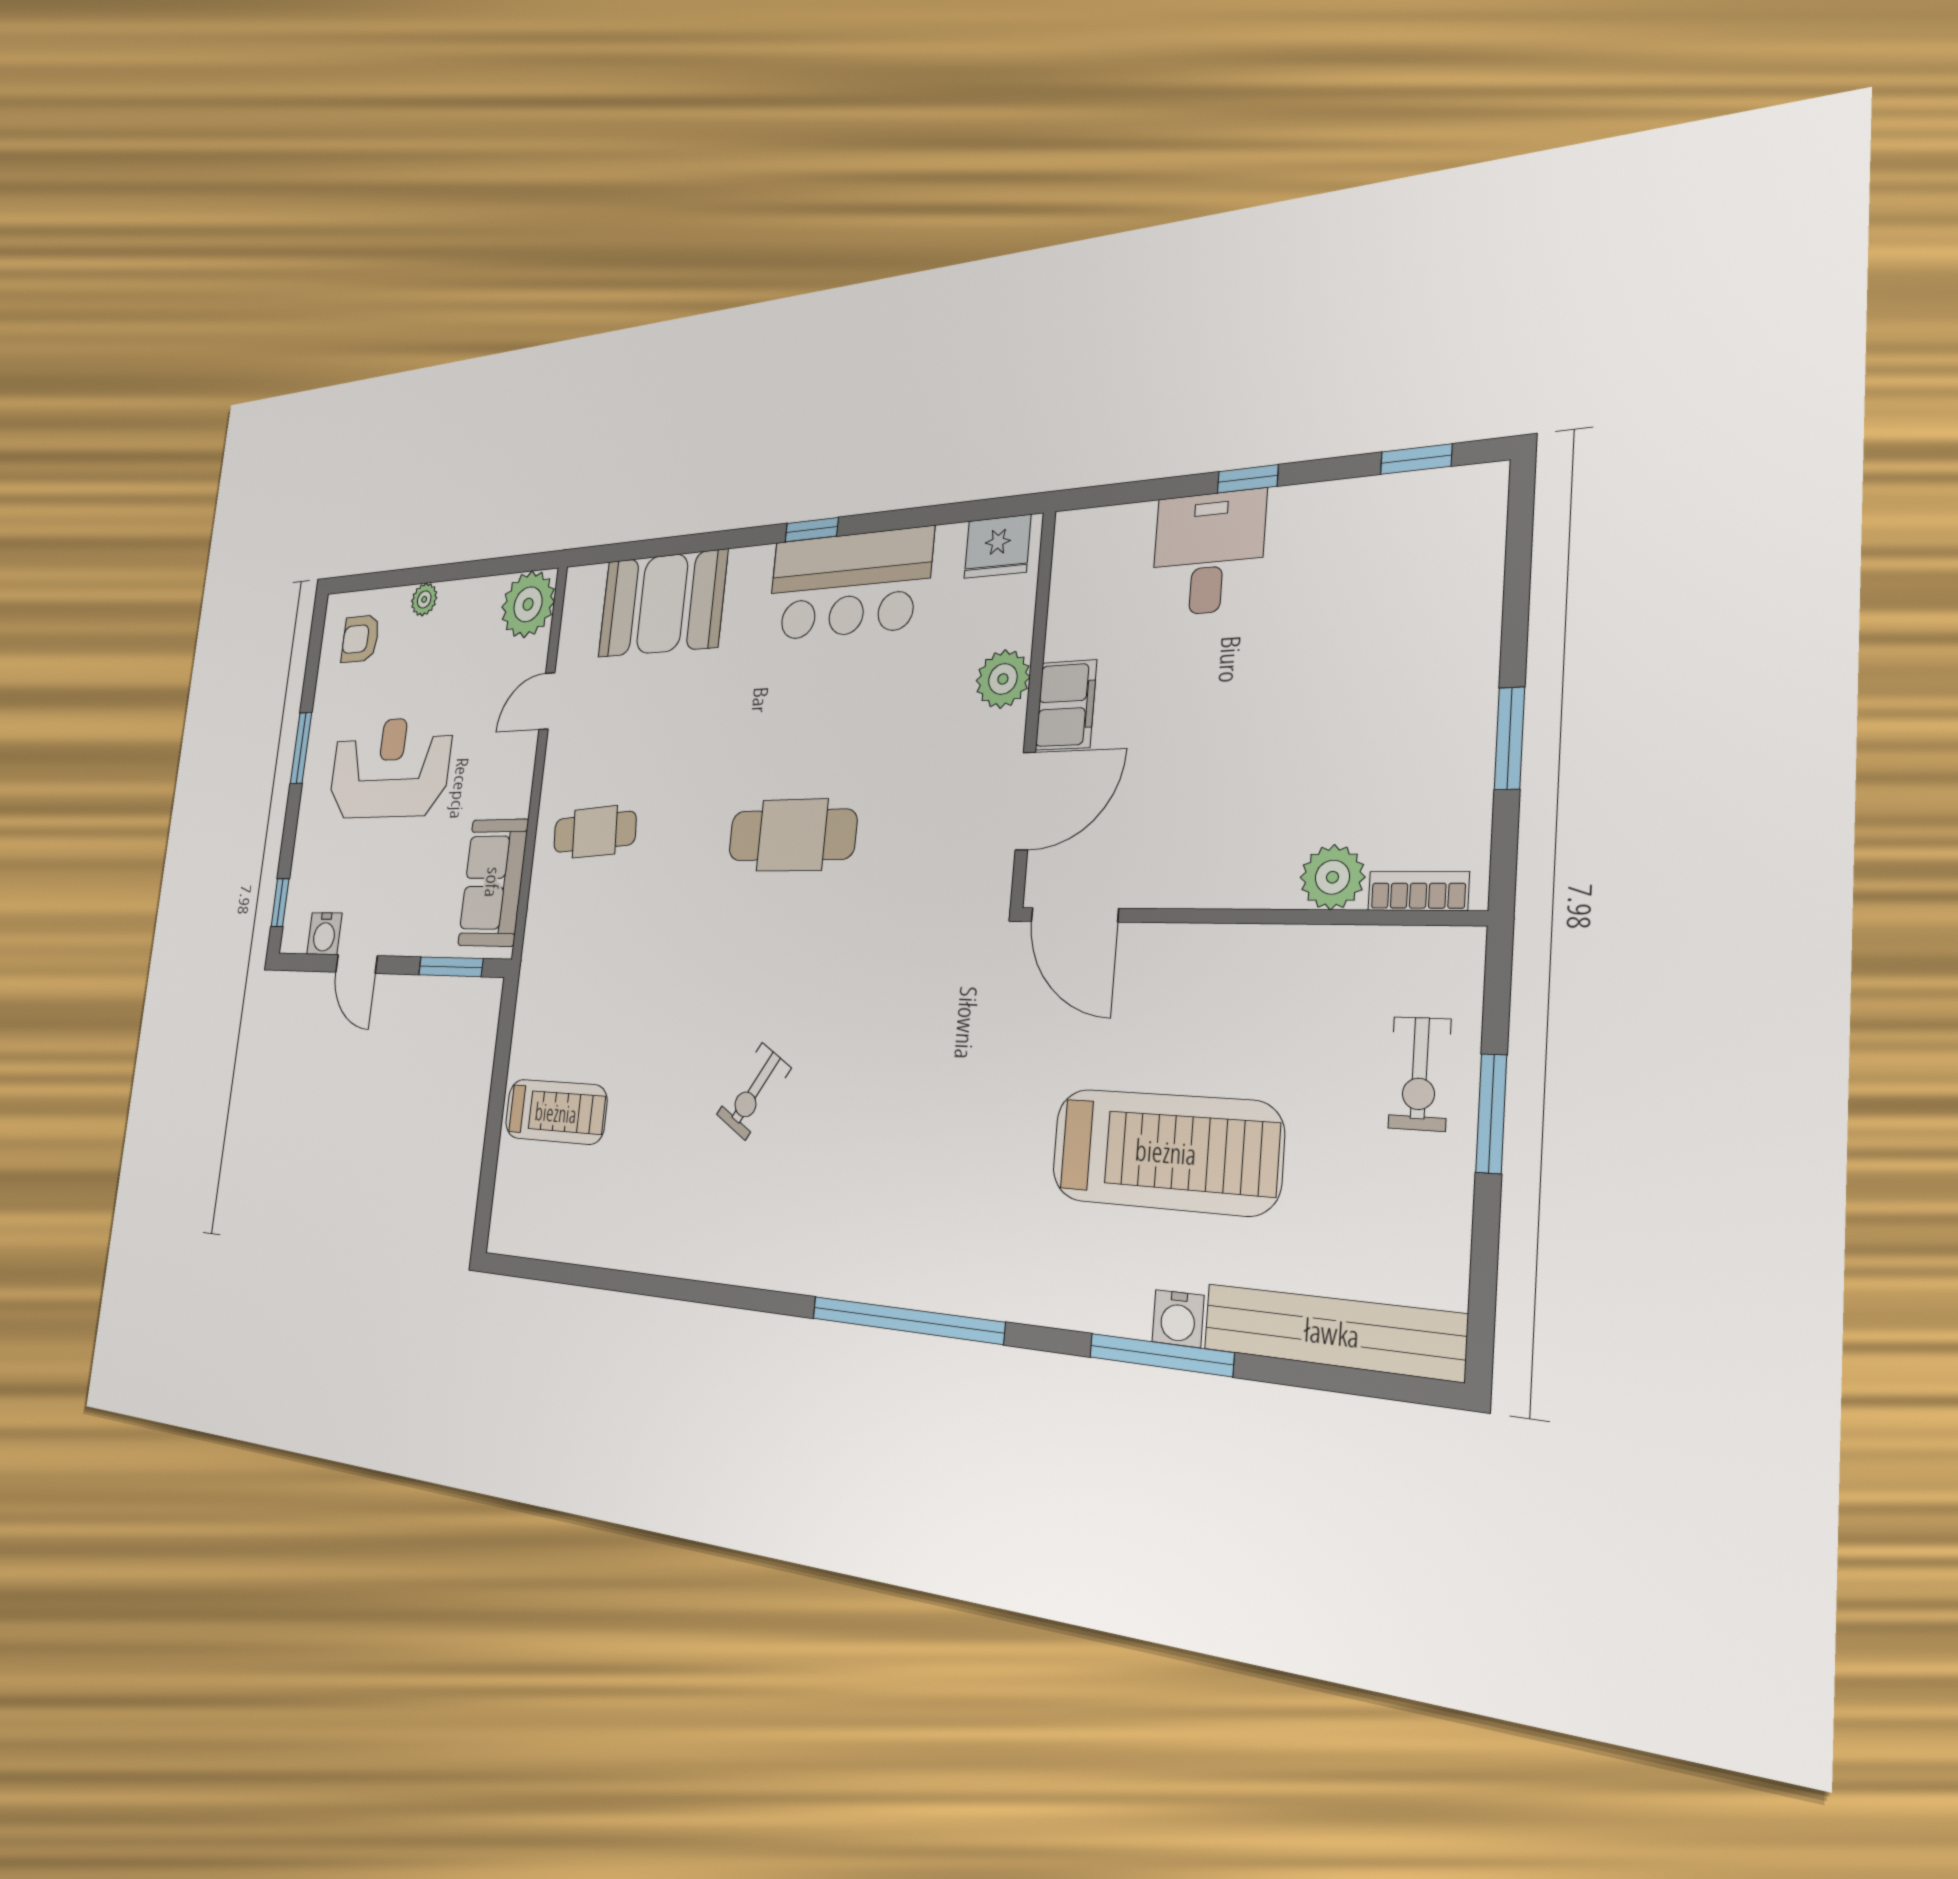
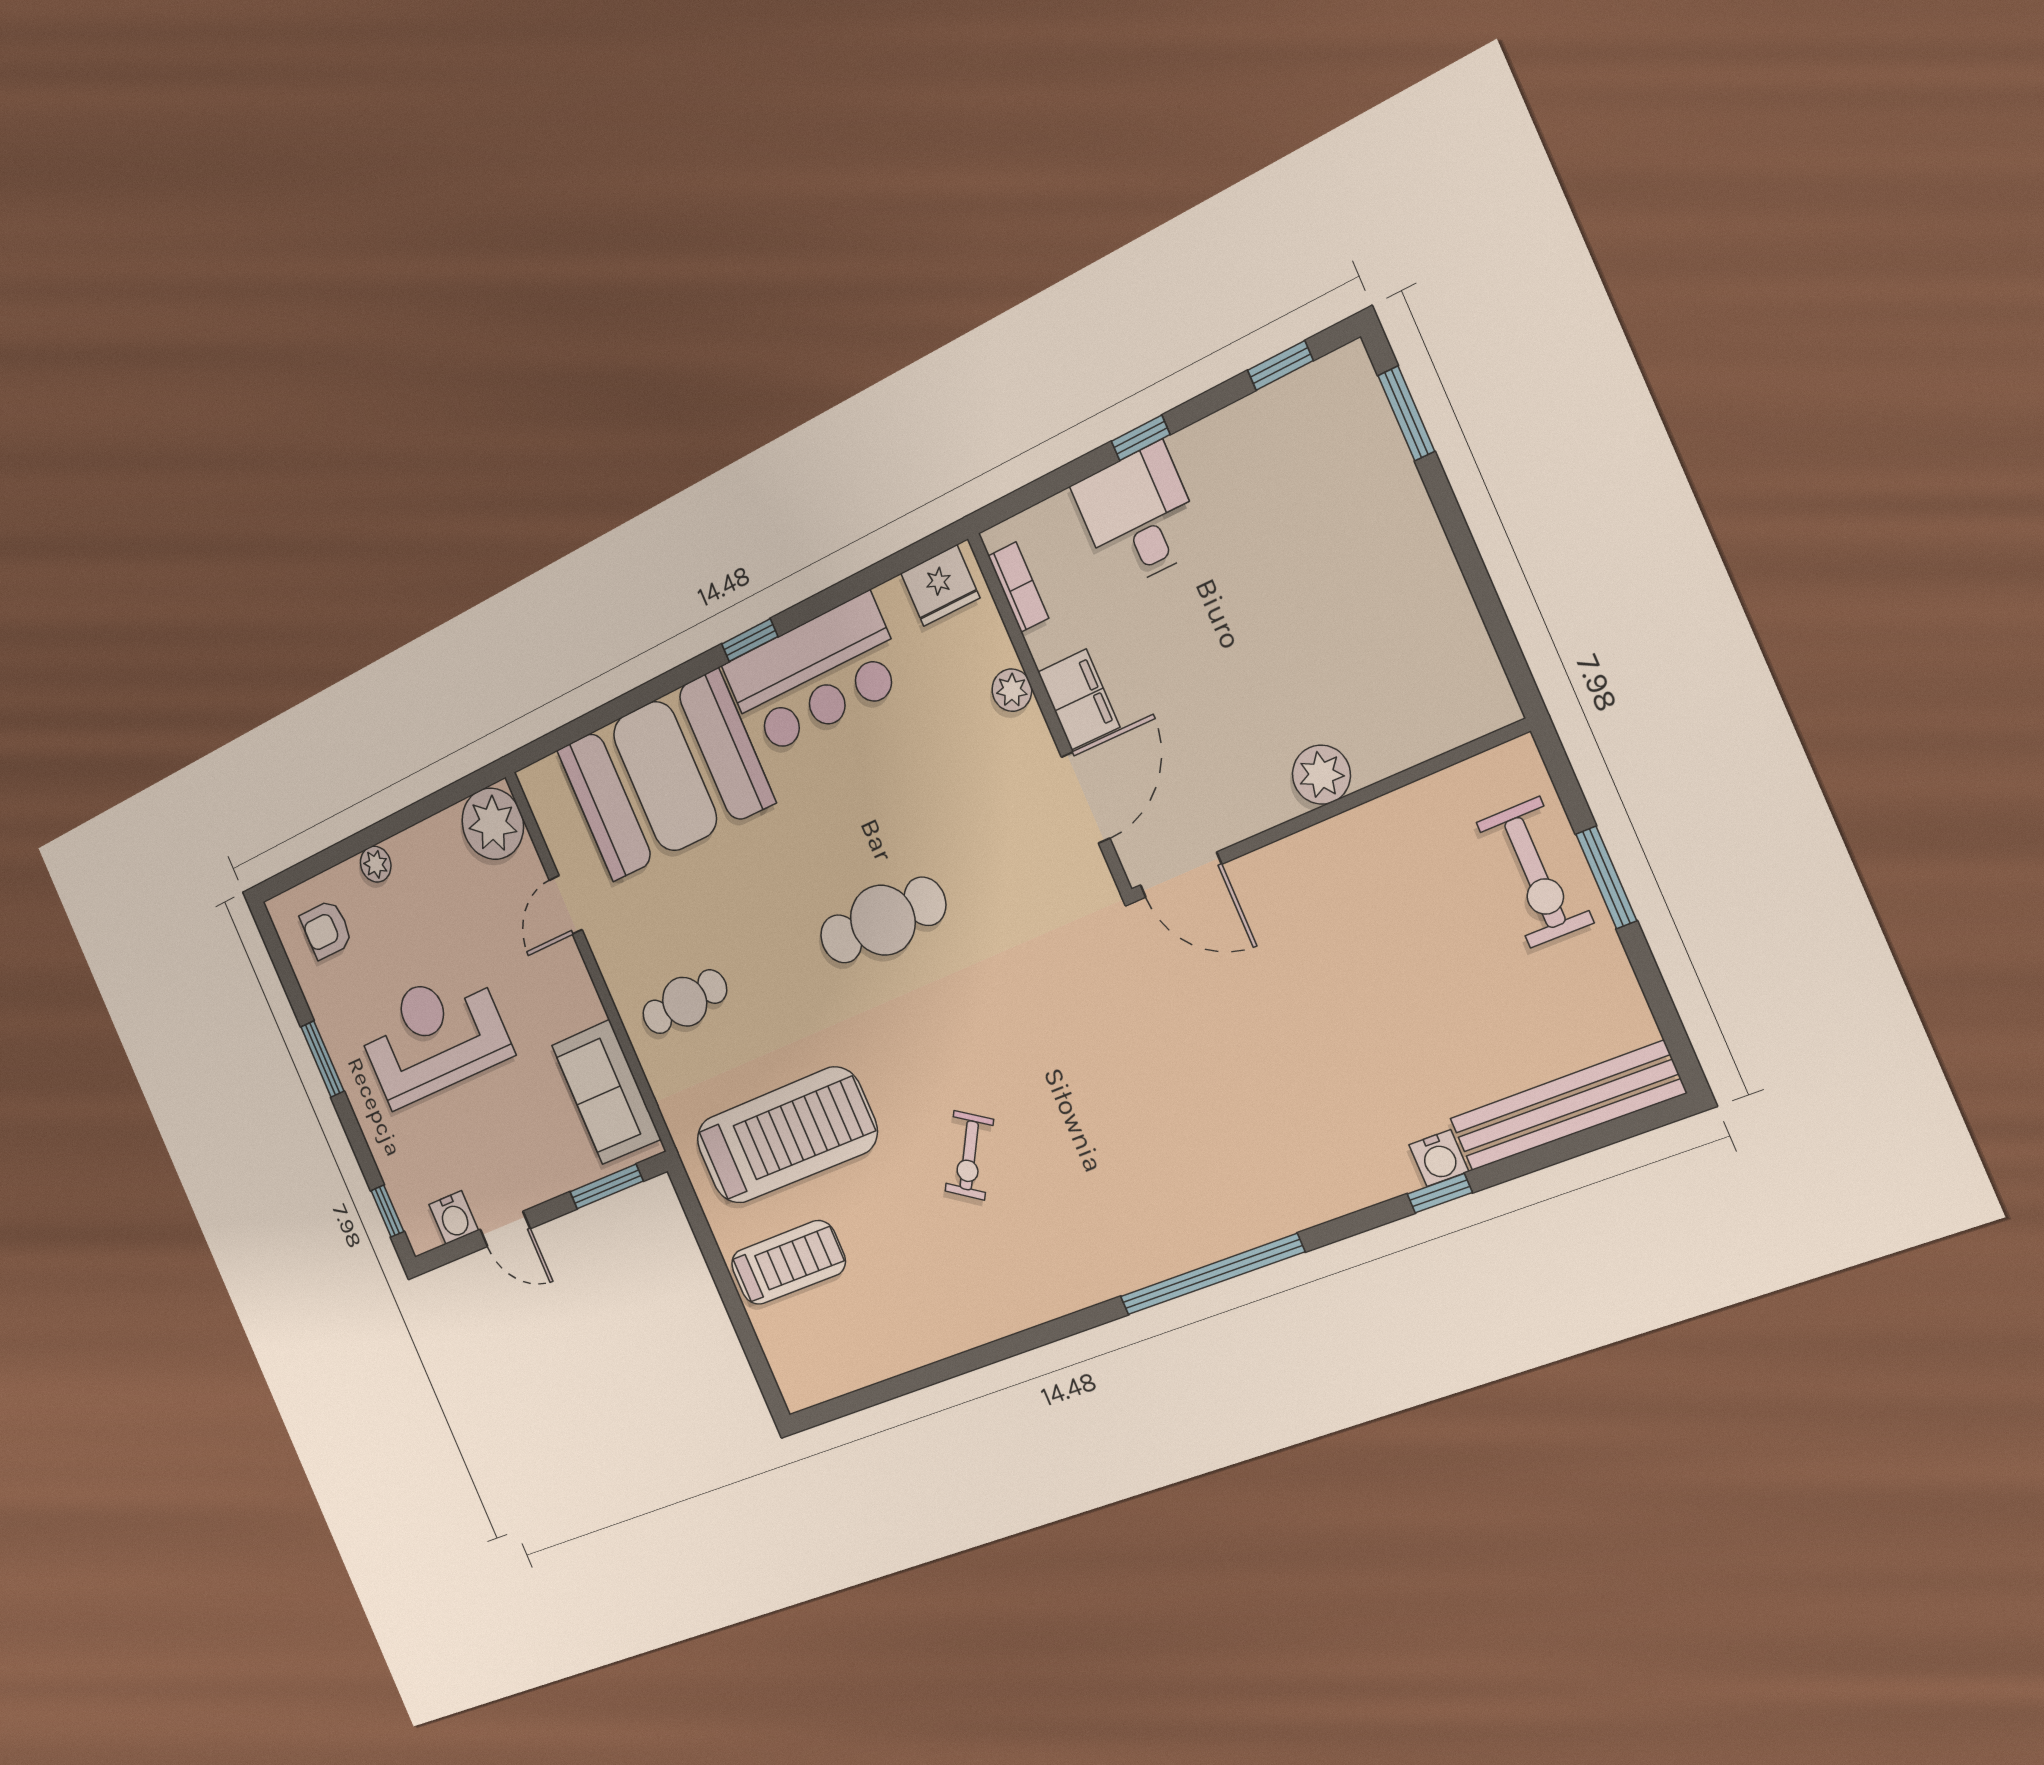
booth: (662, 604) -> (665, 776), width x1.36, depth x1.42
plant: (1003, 679) -> (1012, 690), width x0.73, depth x0.73
window: (1509, 738) -> (1406, 413), moved
plant: (1332, 877) -> (1321, 775), moved
bookcase: (1418, 891) -> (1018, 587), moved, turned 90
exercise bike: (1420, 1074) -> (1535, 873), width x1.38, depth x1.39
treadmill: (1166, 1151) -> (786, 1136), moved
window: (1161, 1355) -> (1440, 1193), width x0.46

